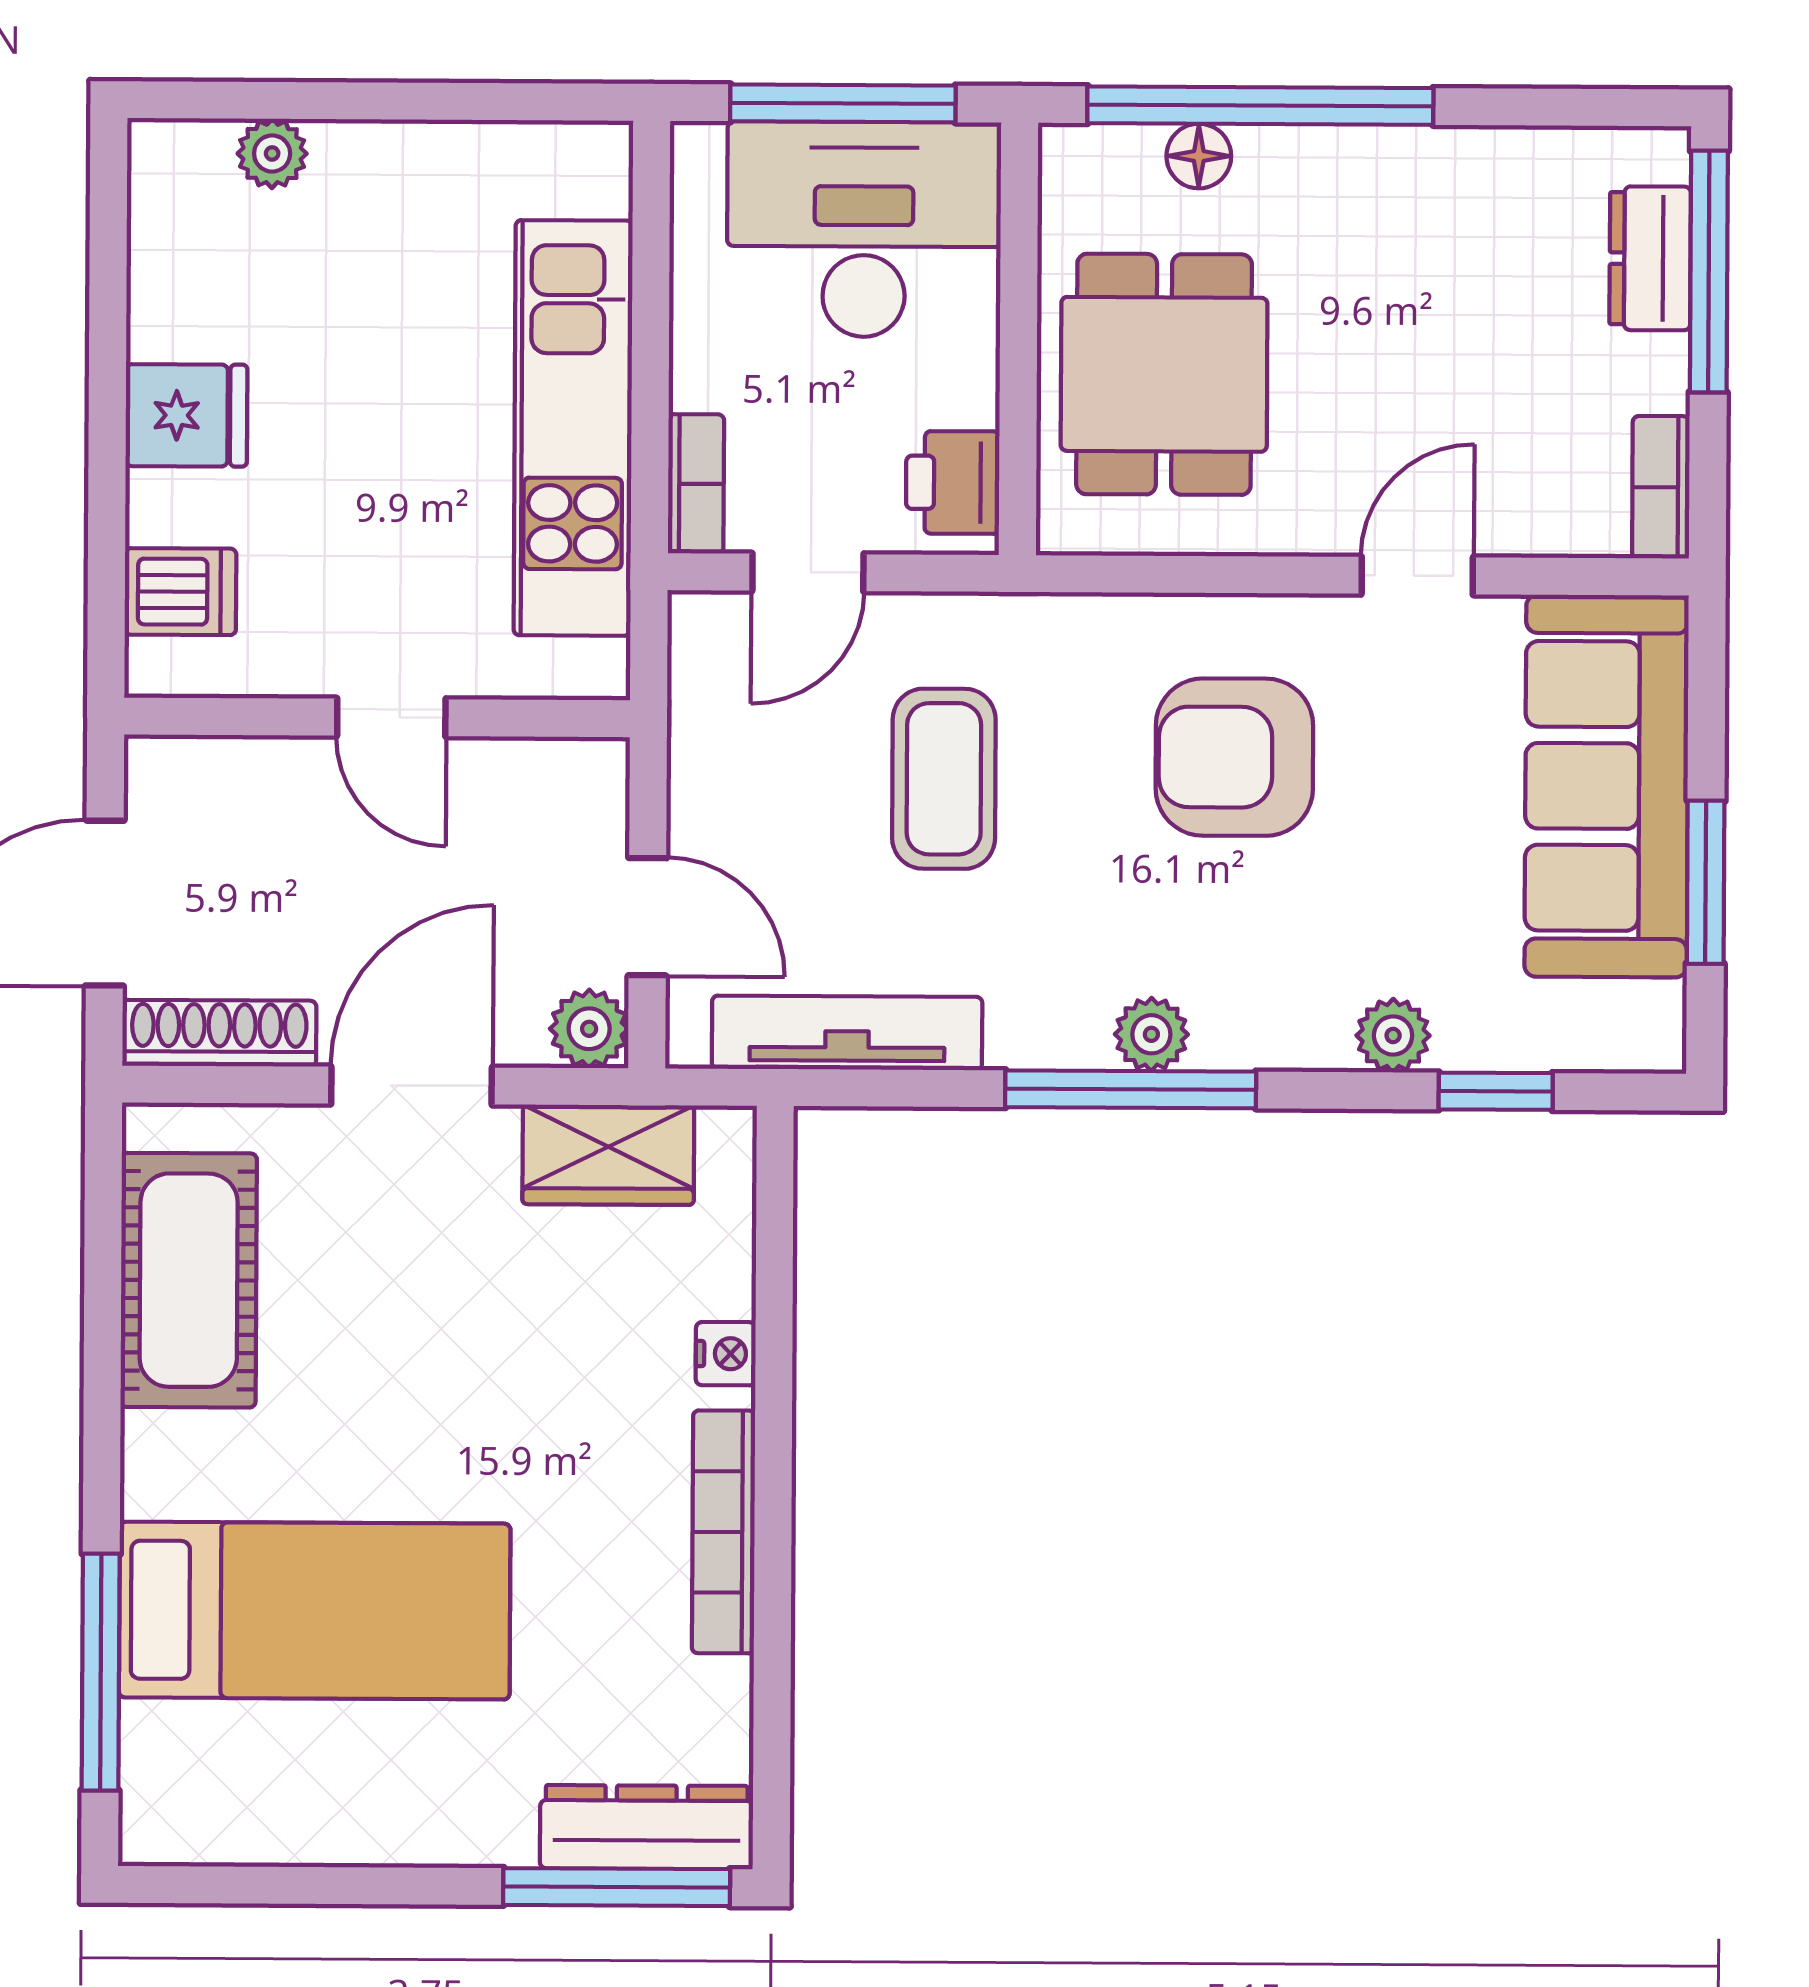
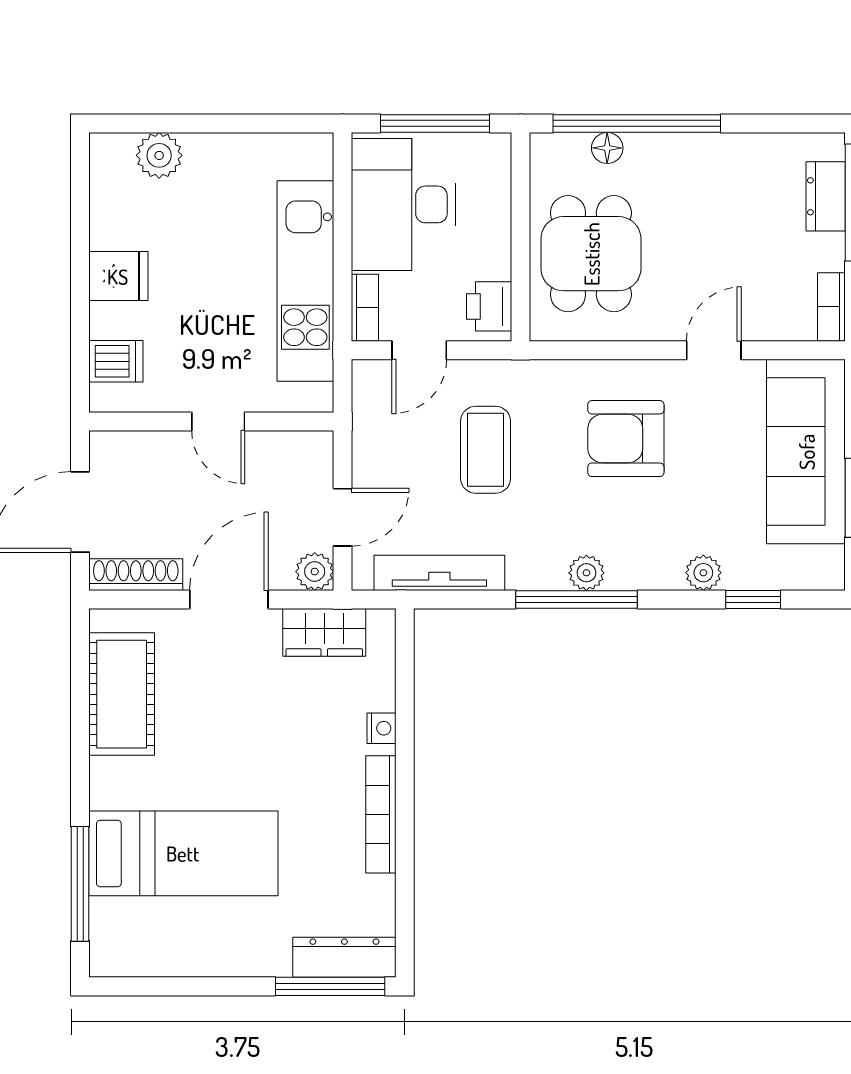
plant: (272, 153) -> (159, 155), width x1.38, depth x1.38
desk: (864, 229) -> (403, 204), moved, turned -90
door: (647, 917) -> (343, 517), hinge flipped

